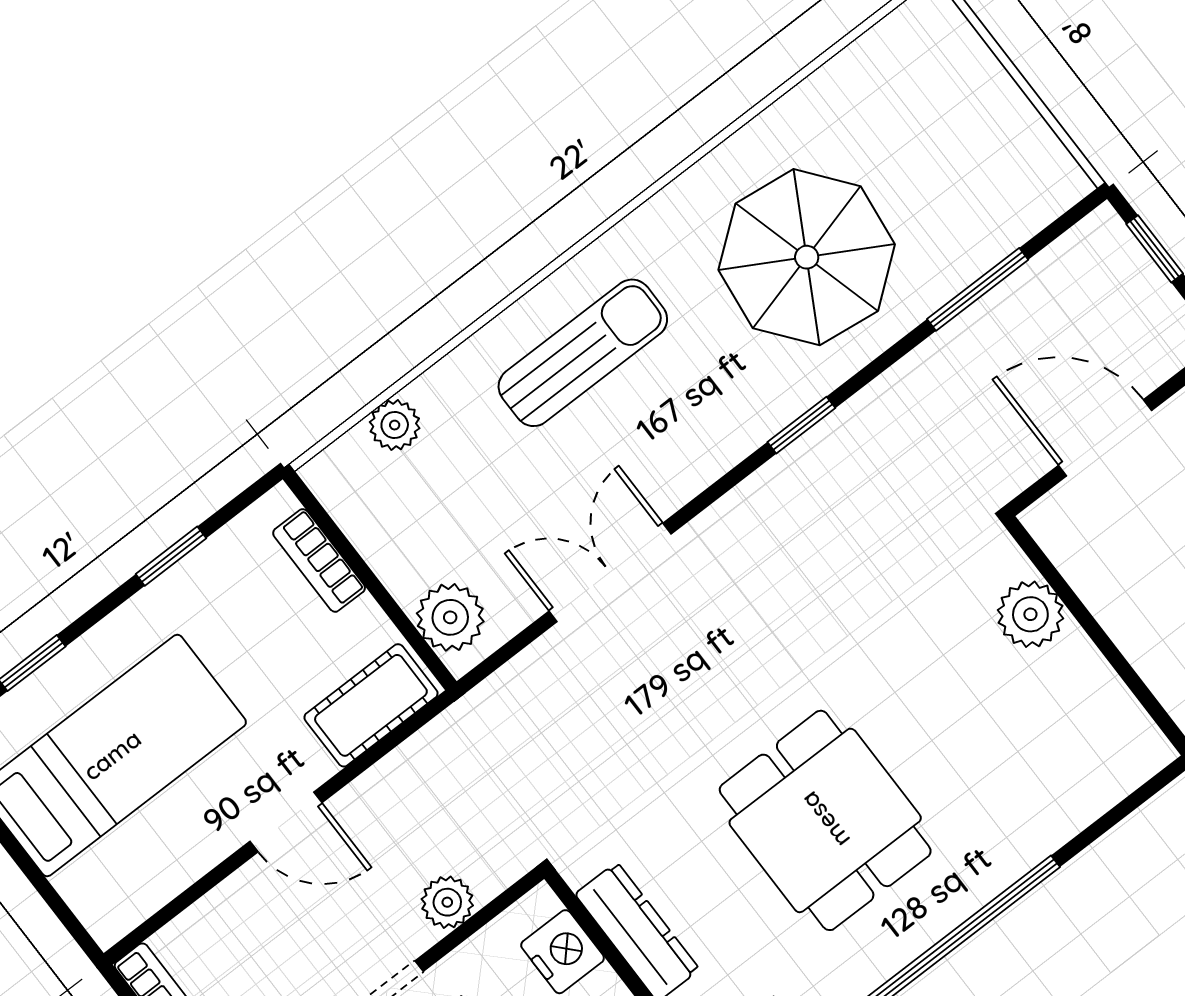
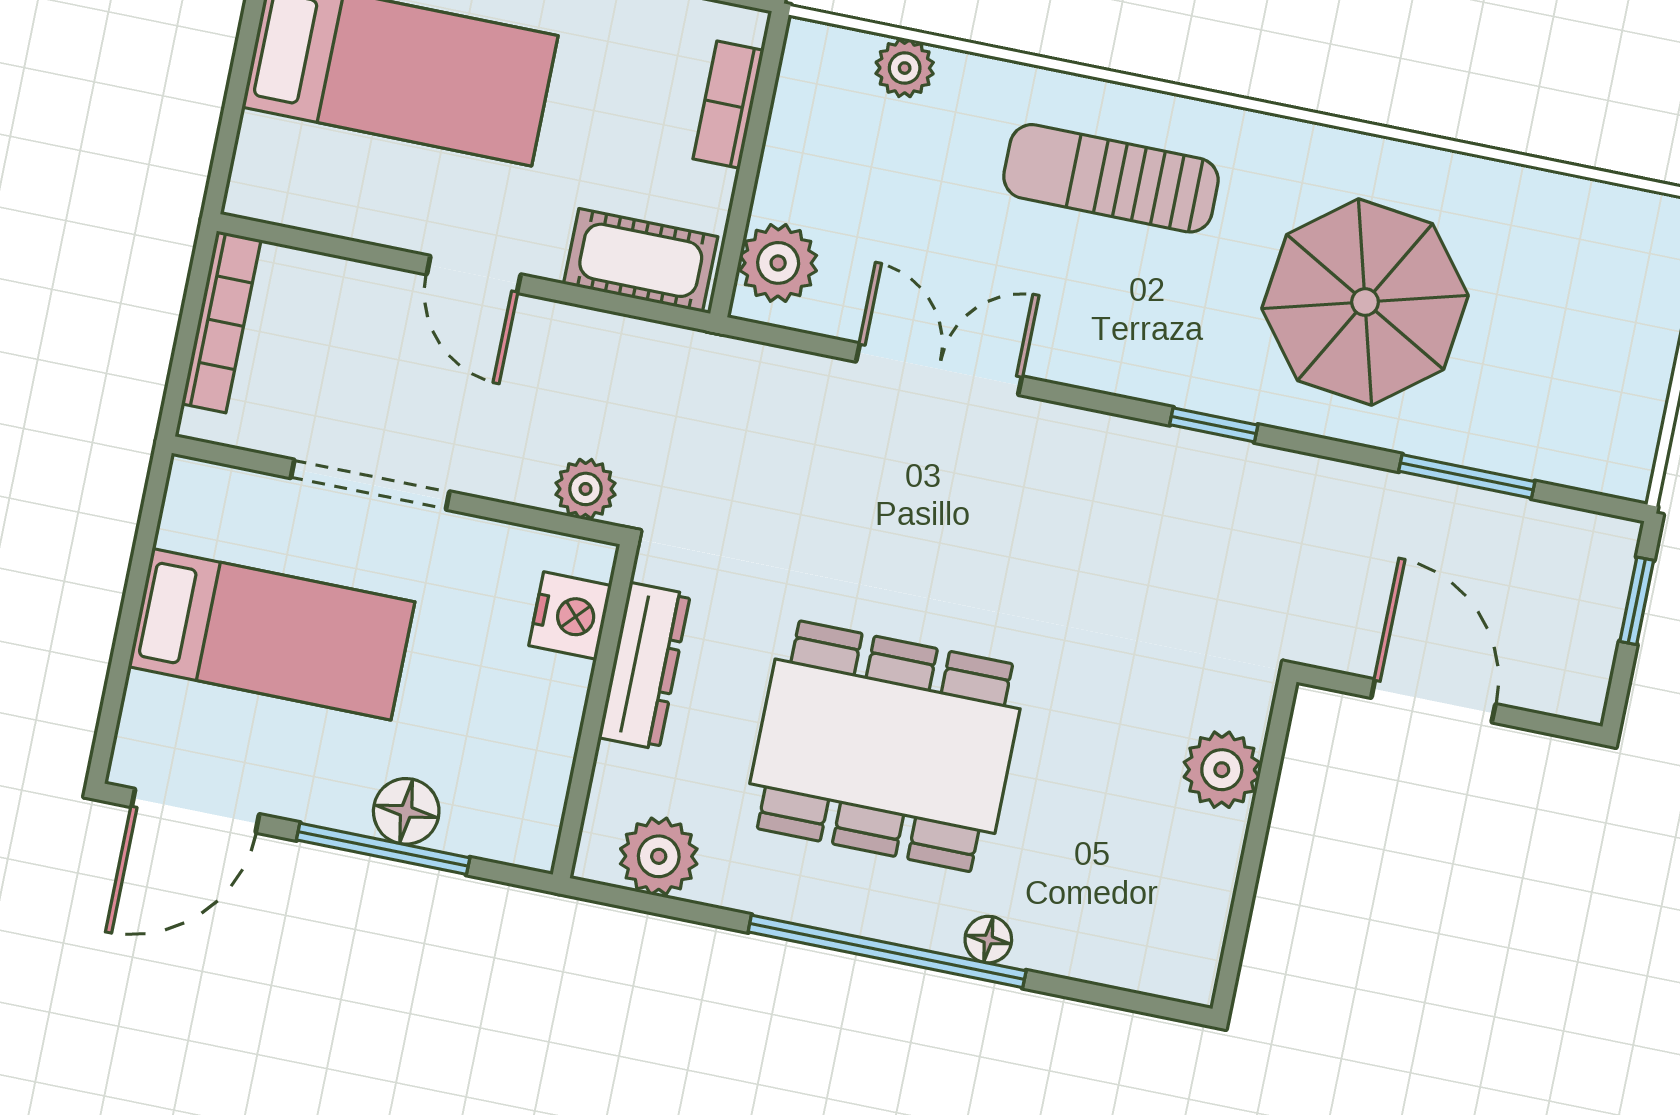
sun lounger: (583, 353) -> (1111, 178), turned 180
dining table: (825, 820) -> (885, 746), width x1.38
floor lamp: (1009, 862) -> (988, 940), added
plant: (447, 902) -> (586, 489), moved

